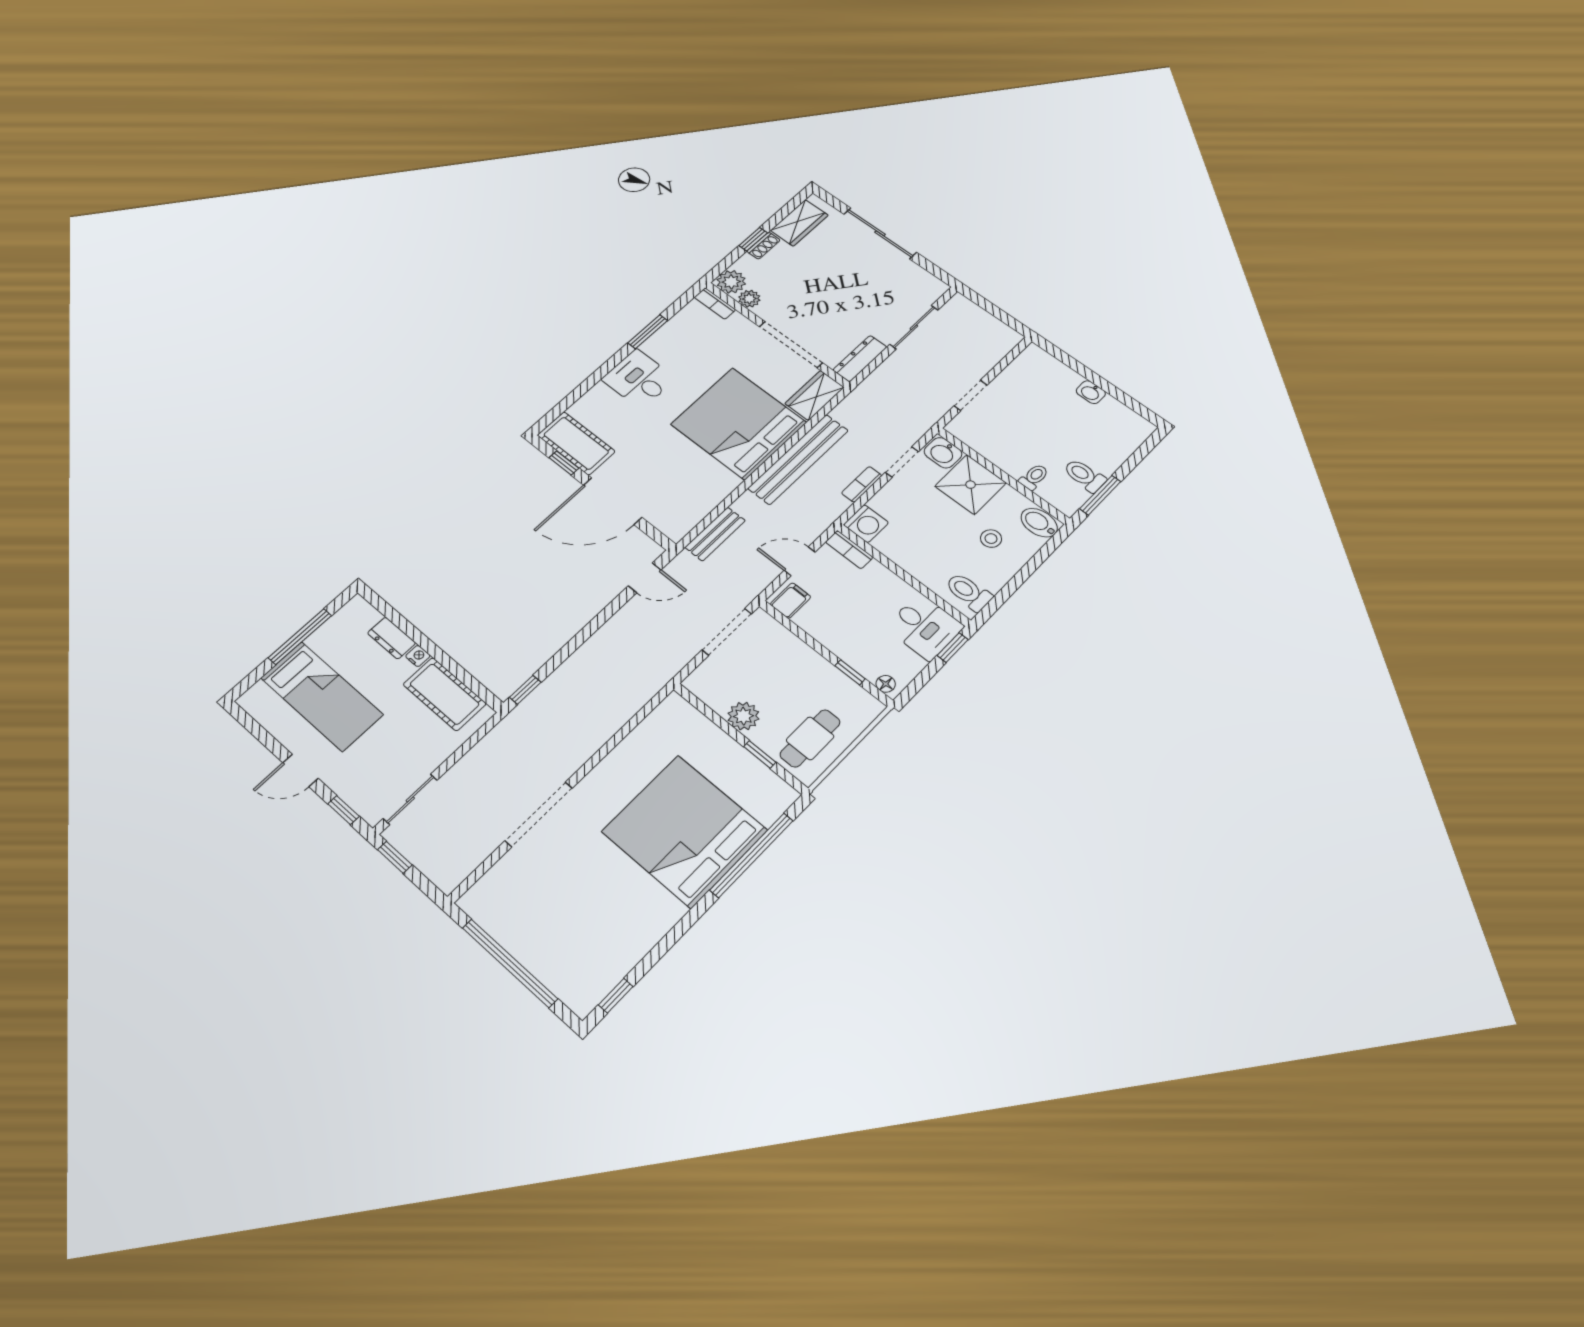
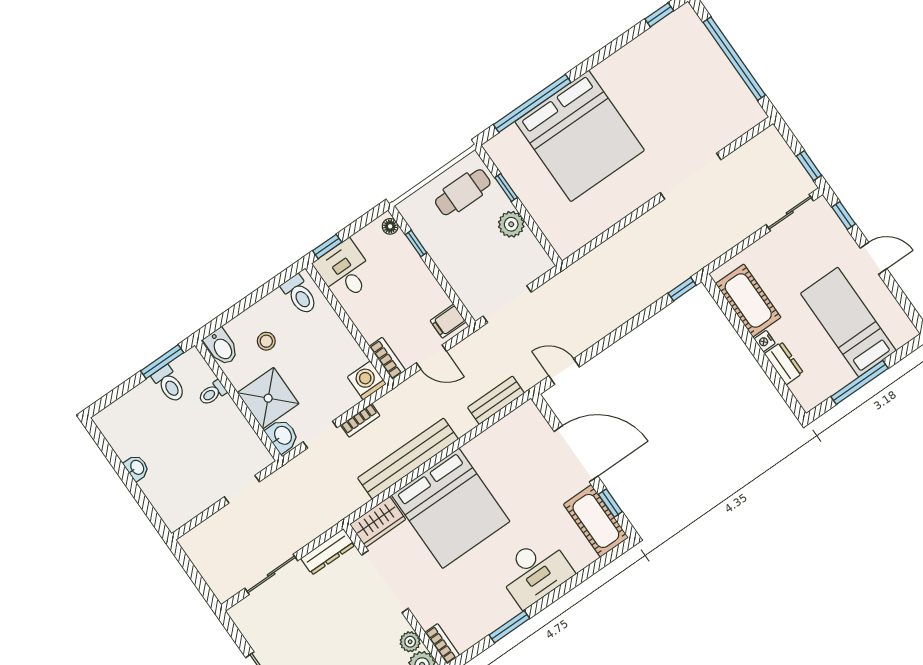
desk: (639, 379) -> (535, 572), width x1.37

